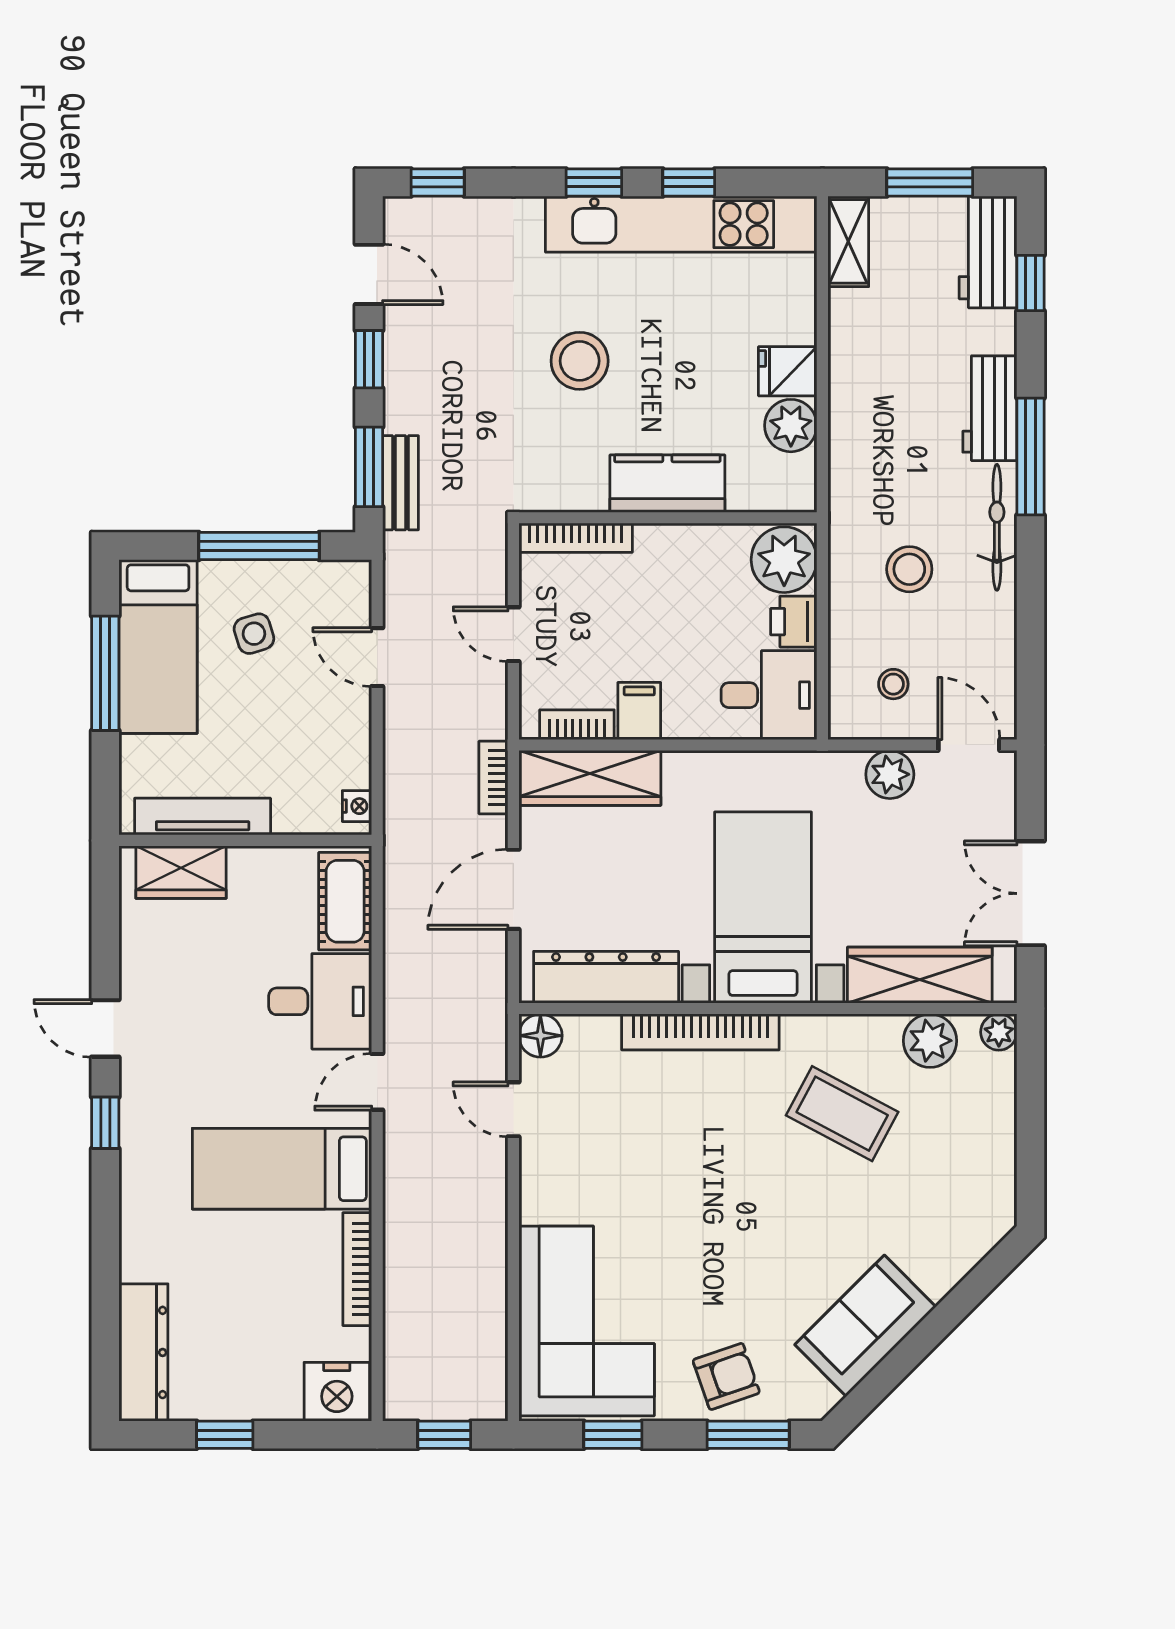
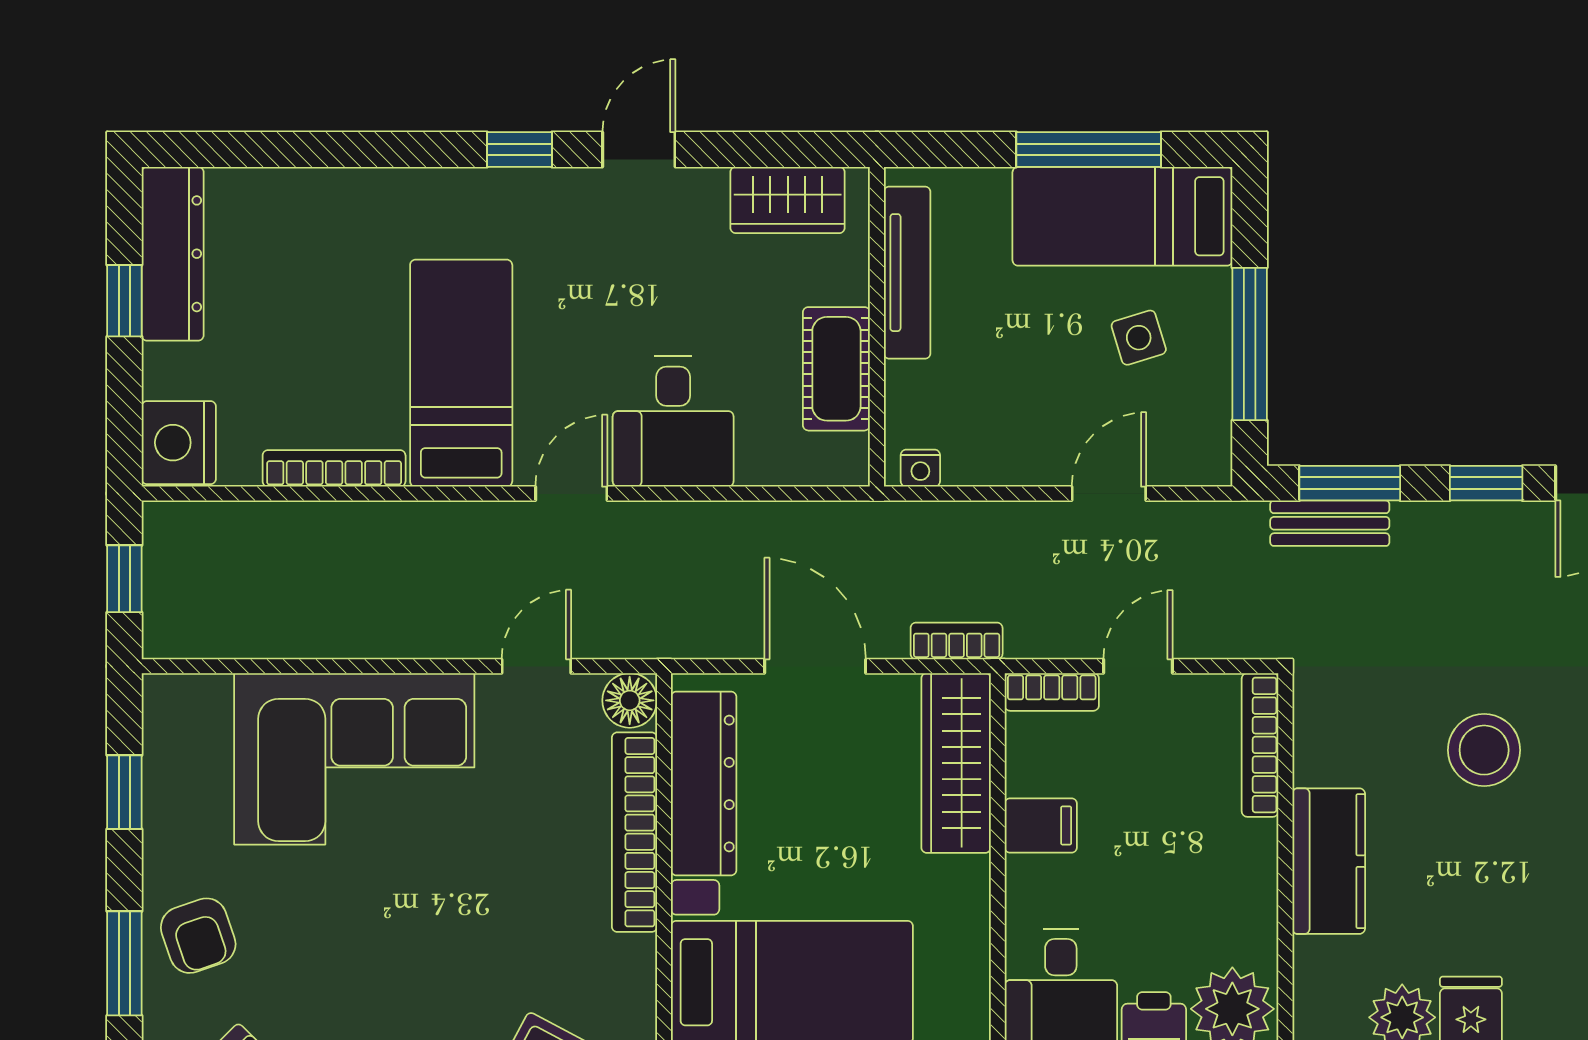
bookcase: (577, 725) -> (1052, 692), moved, turned 90
wardrobe: (181, 872) -> (788, 200), moved, turned -90
cot: (345, 901) -> (836, 369), moved, turned 90
bookcase: (700, 1032) -> (634, 832), moved
door: (377, 1082) -> (571, 494), hinge flipped
corner sofa: (587, 1321) -> (354, 759), moved
dresser: (143, 1352) -> (173, 254), moved, turned -90

